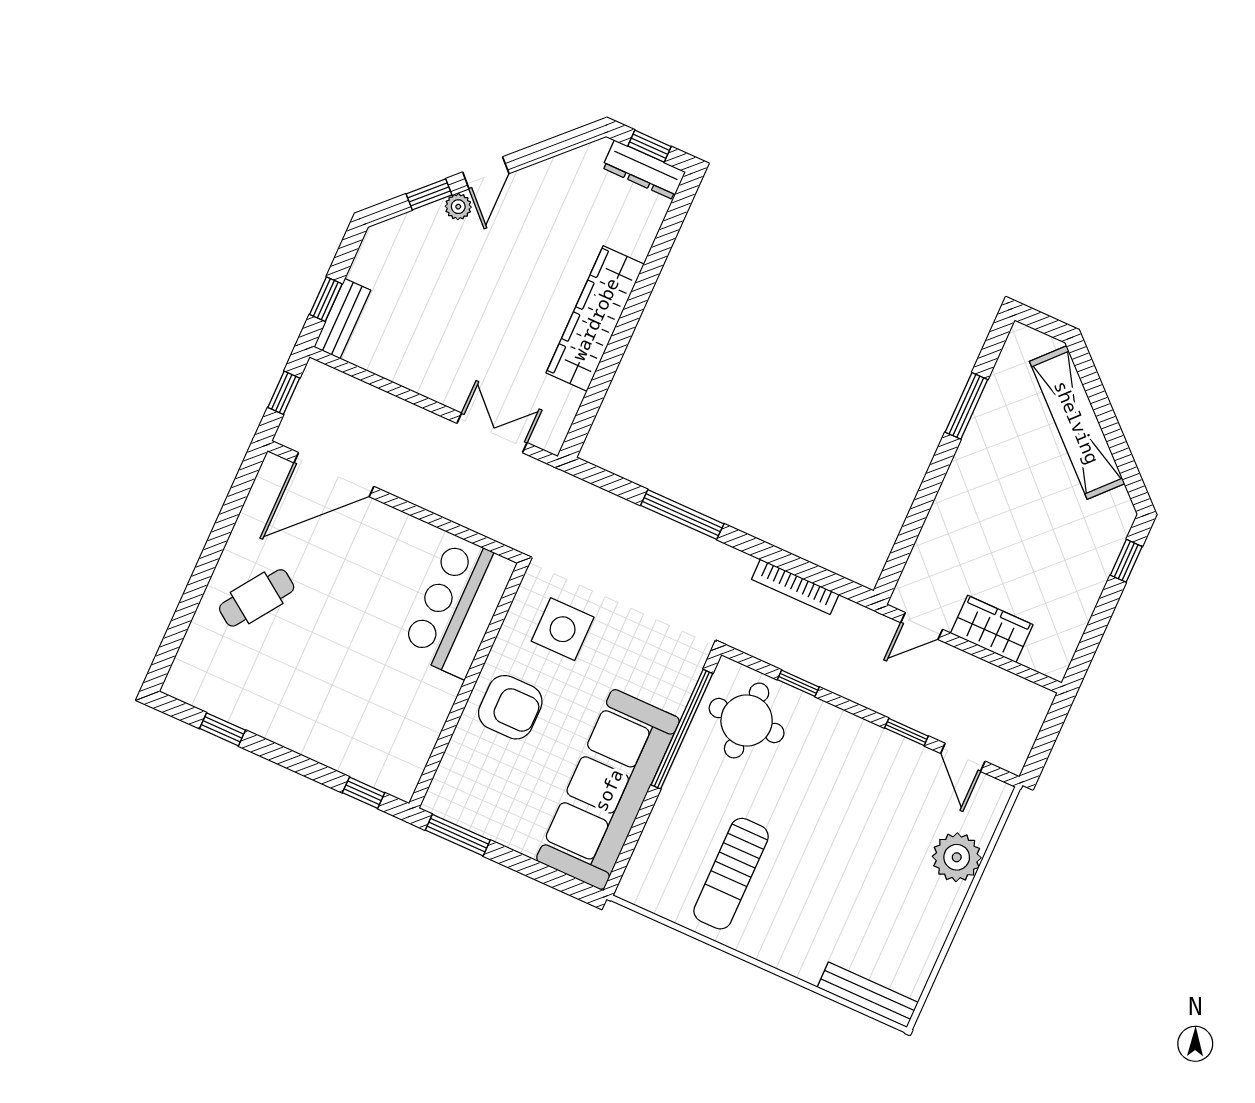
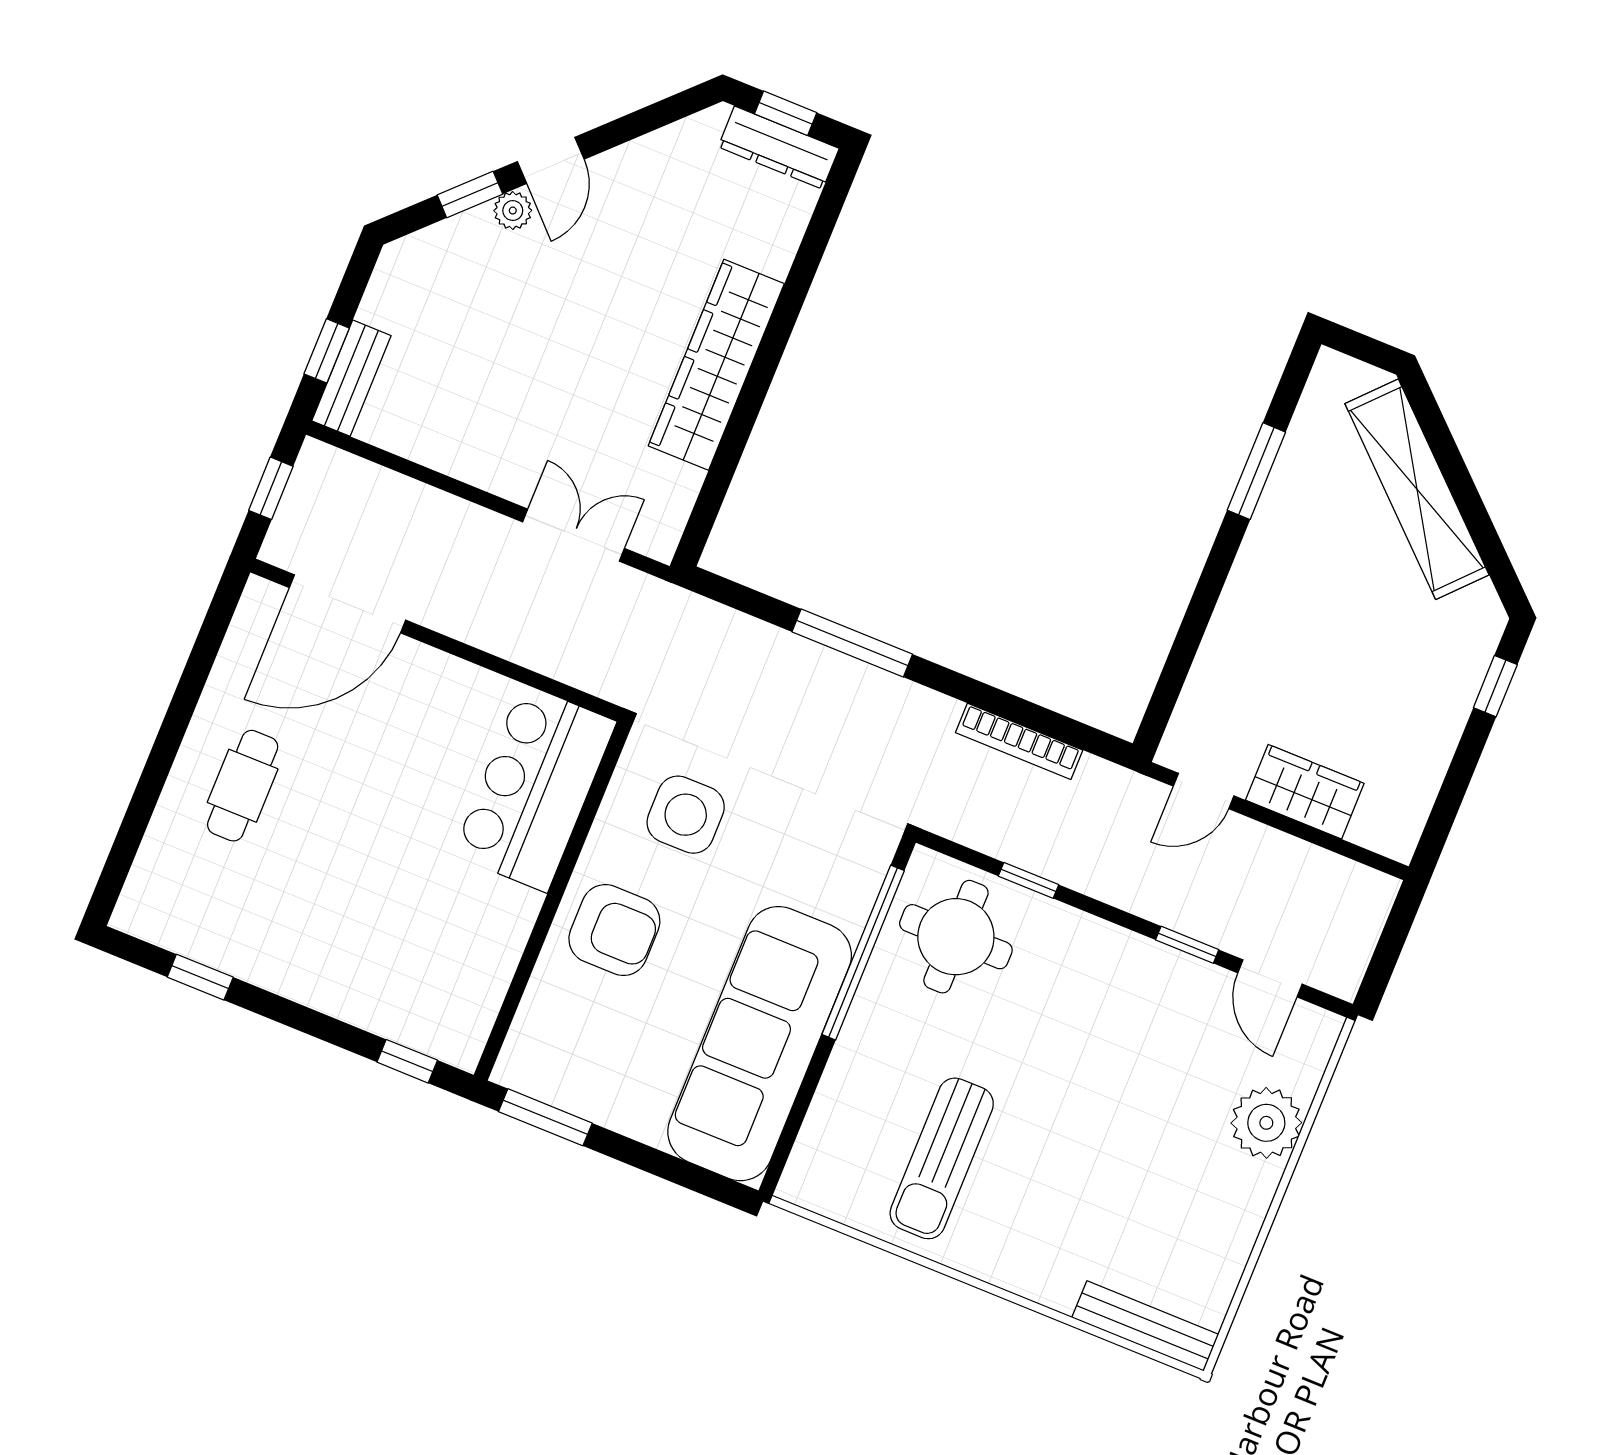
cafe table: (257, 598) -> (243, 786), turned -35

